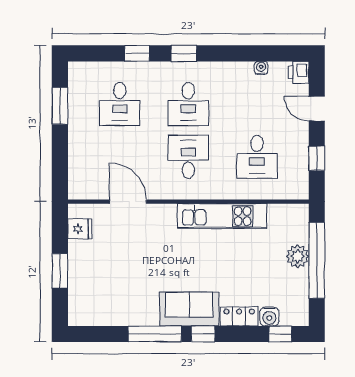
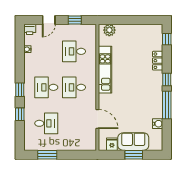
desk: (188, 104) -> (46, 87), turned 180
desk: (257, 157) -> (74, 51), turned 180
door: (128, 202) -> (97, 119), swing flipped
plant: (298, 256) -> (109, 30), moved
window: (317, 260) -> (128, 20), removed
sofa: (189, 309) -> (133, 142), moved, turned 90
water cooler: (269, 316) -> (158, 124), moved

